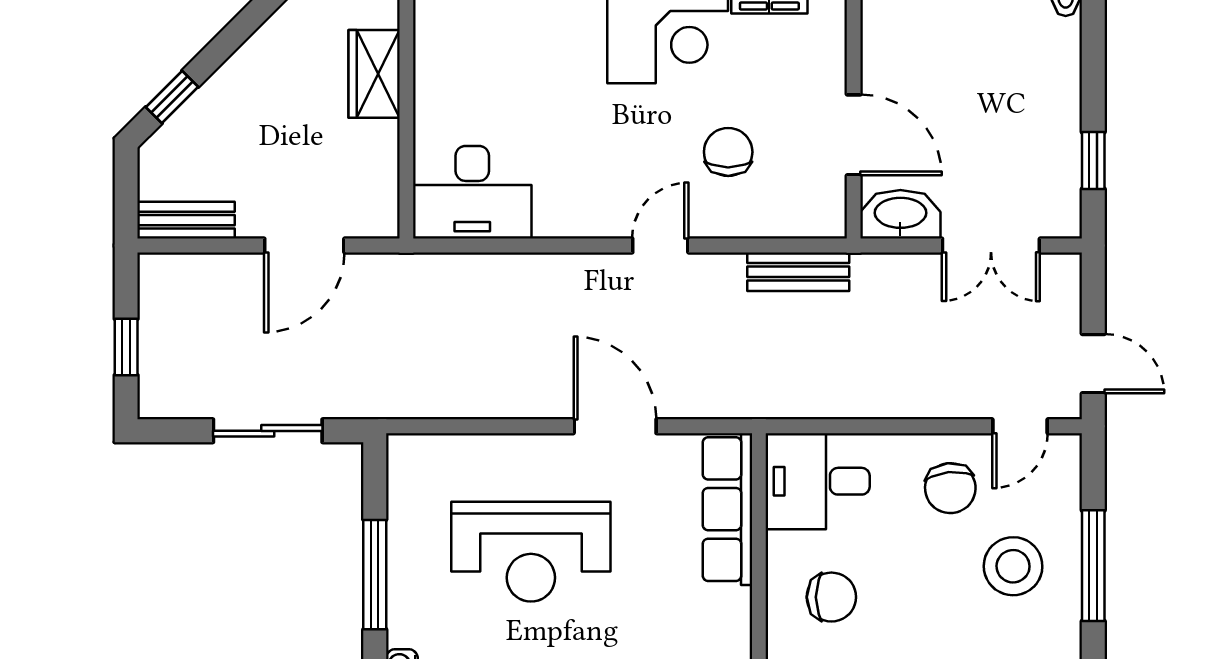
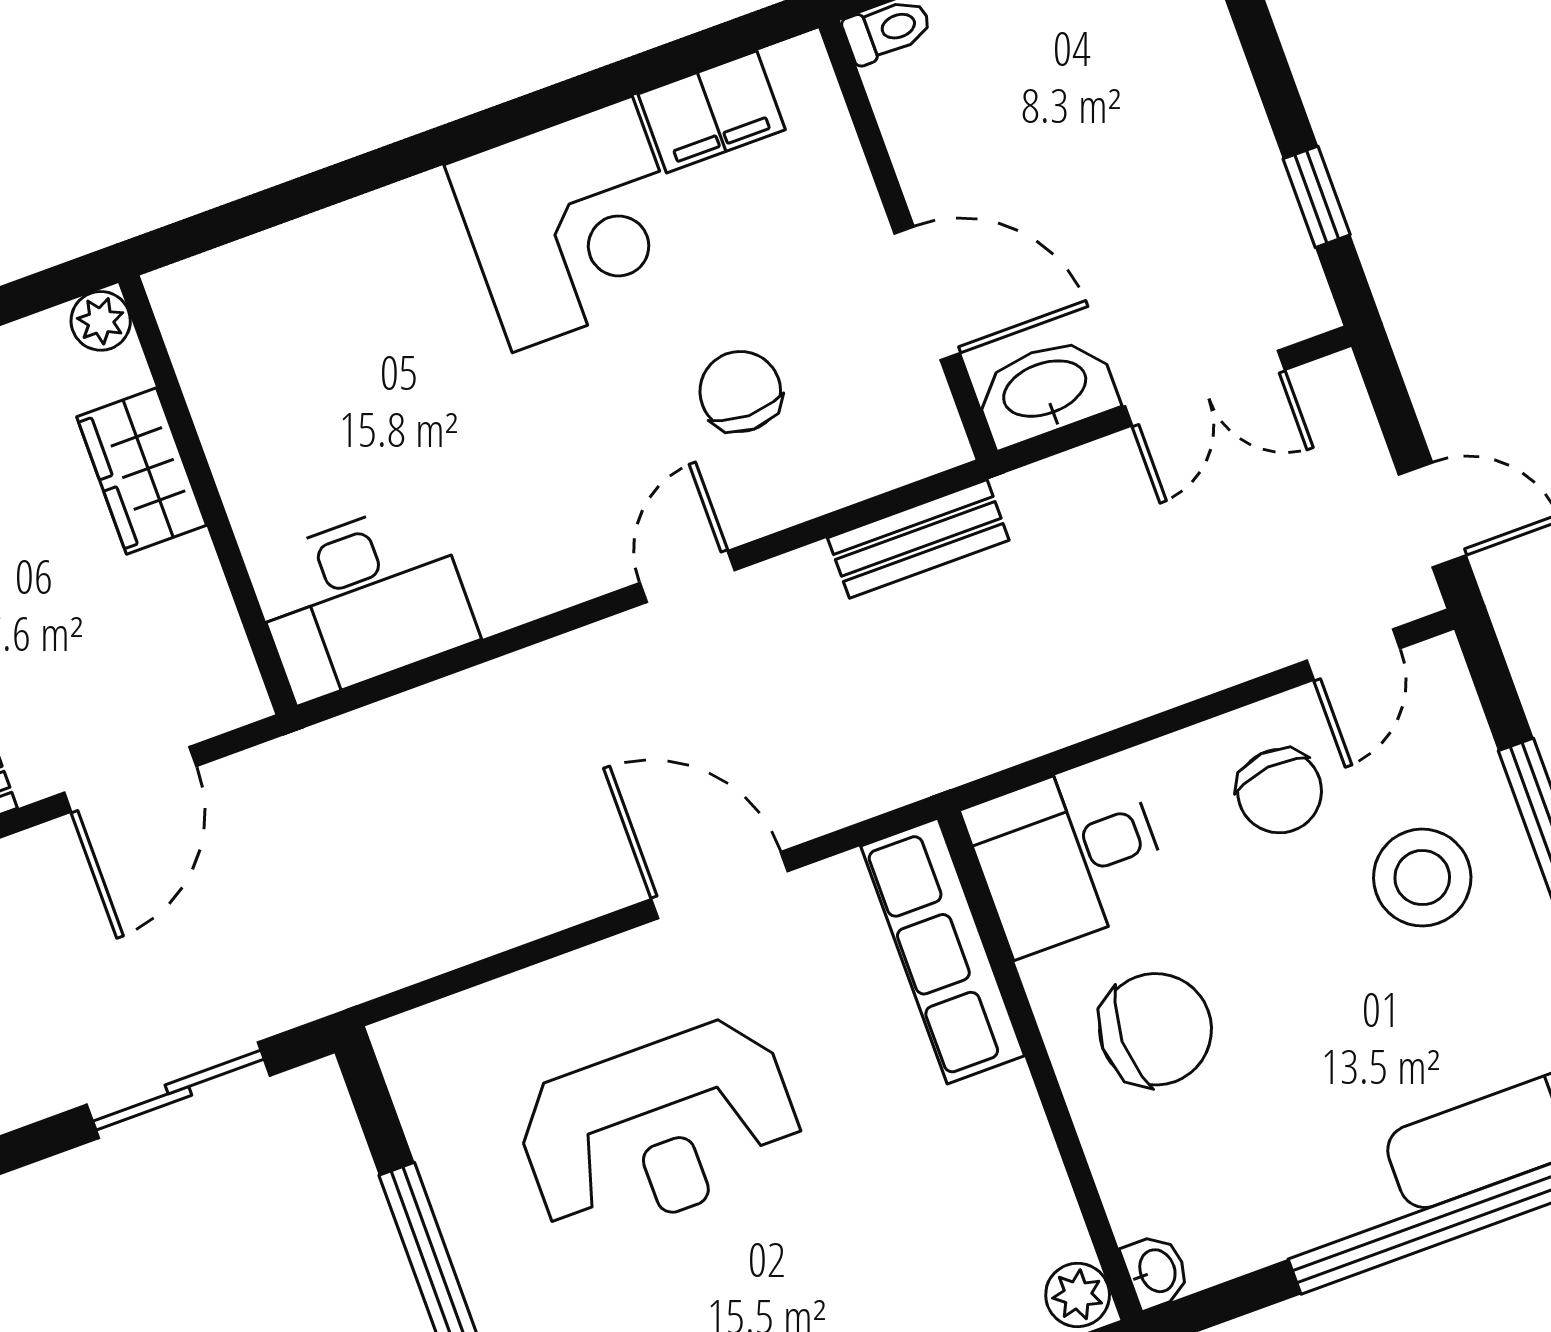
chair: (831, 597) -> (1155, 1029), width x1.37, depth x1.37

